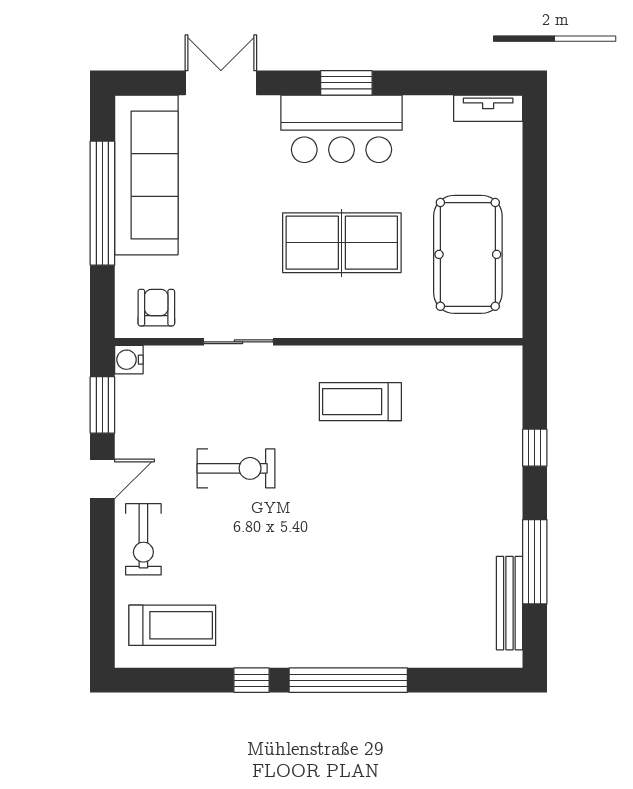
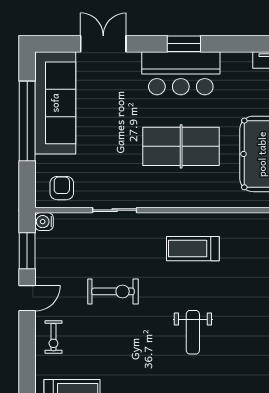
weight bench: (360, 532) -> (193, 332), added
exercise bike: (143, 539) -> (53, 337), width x0.73, depth x0.72

